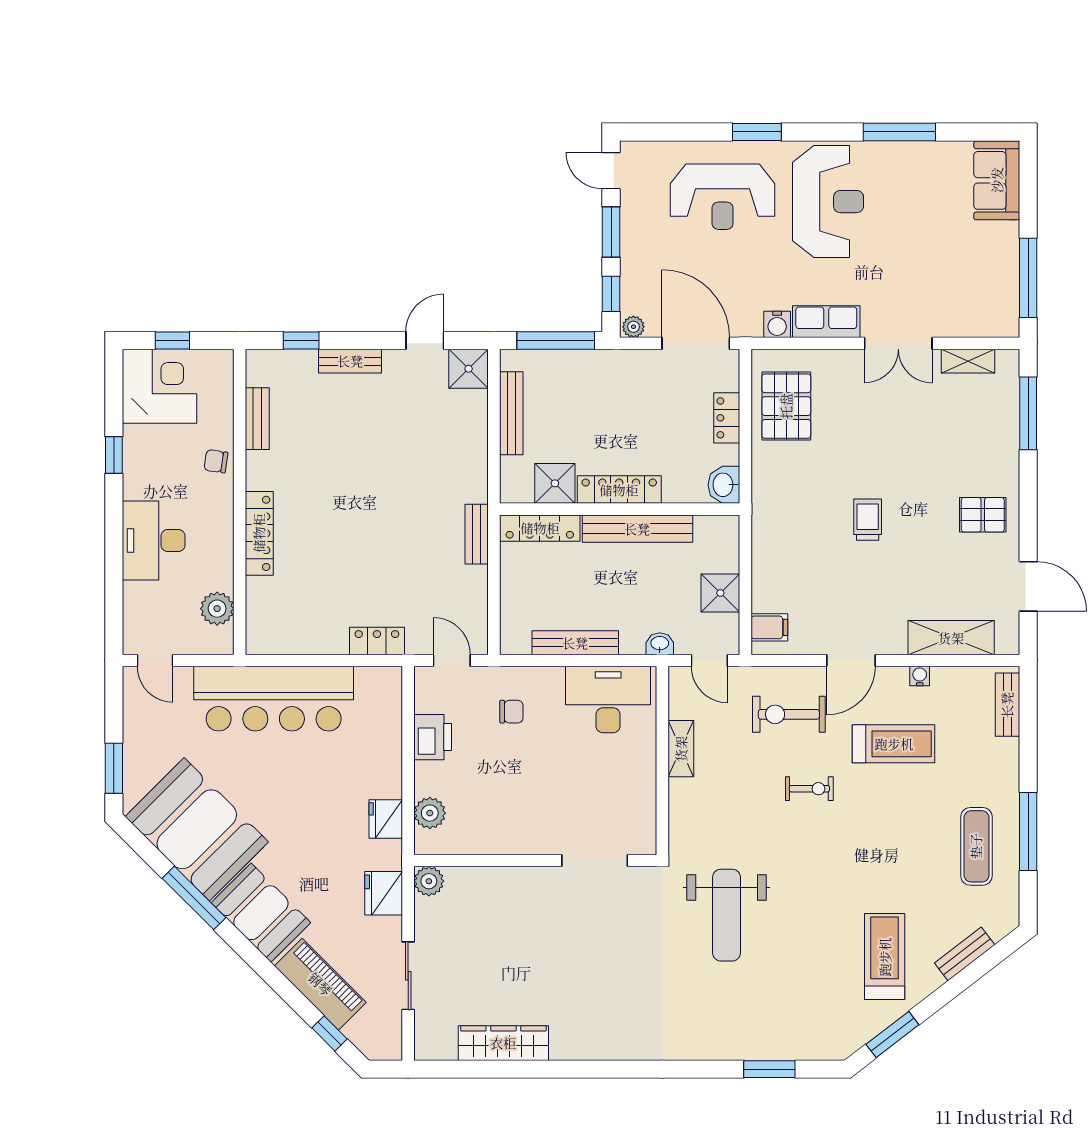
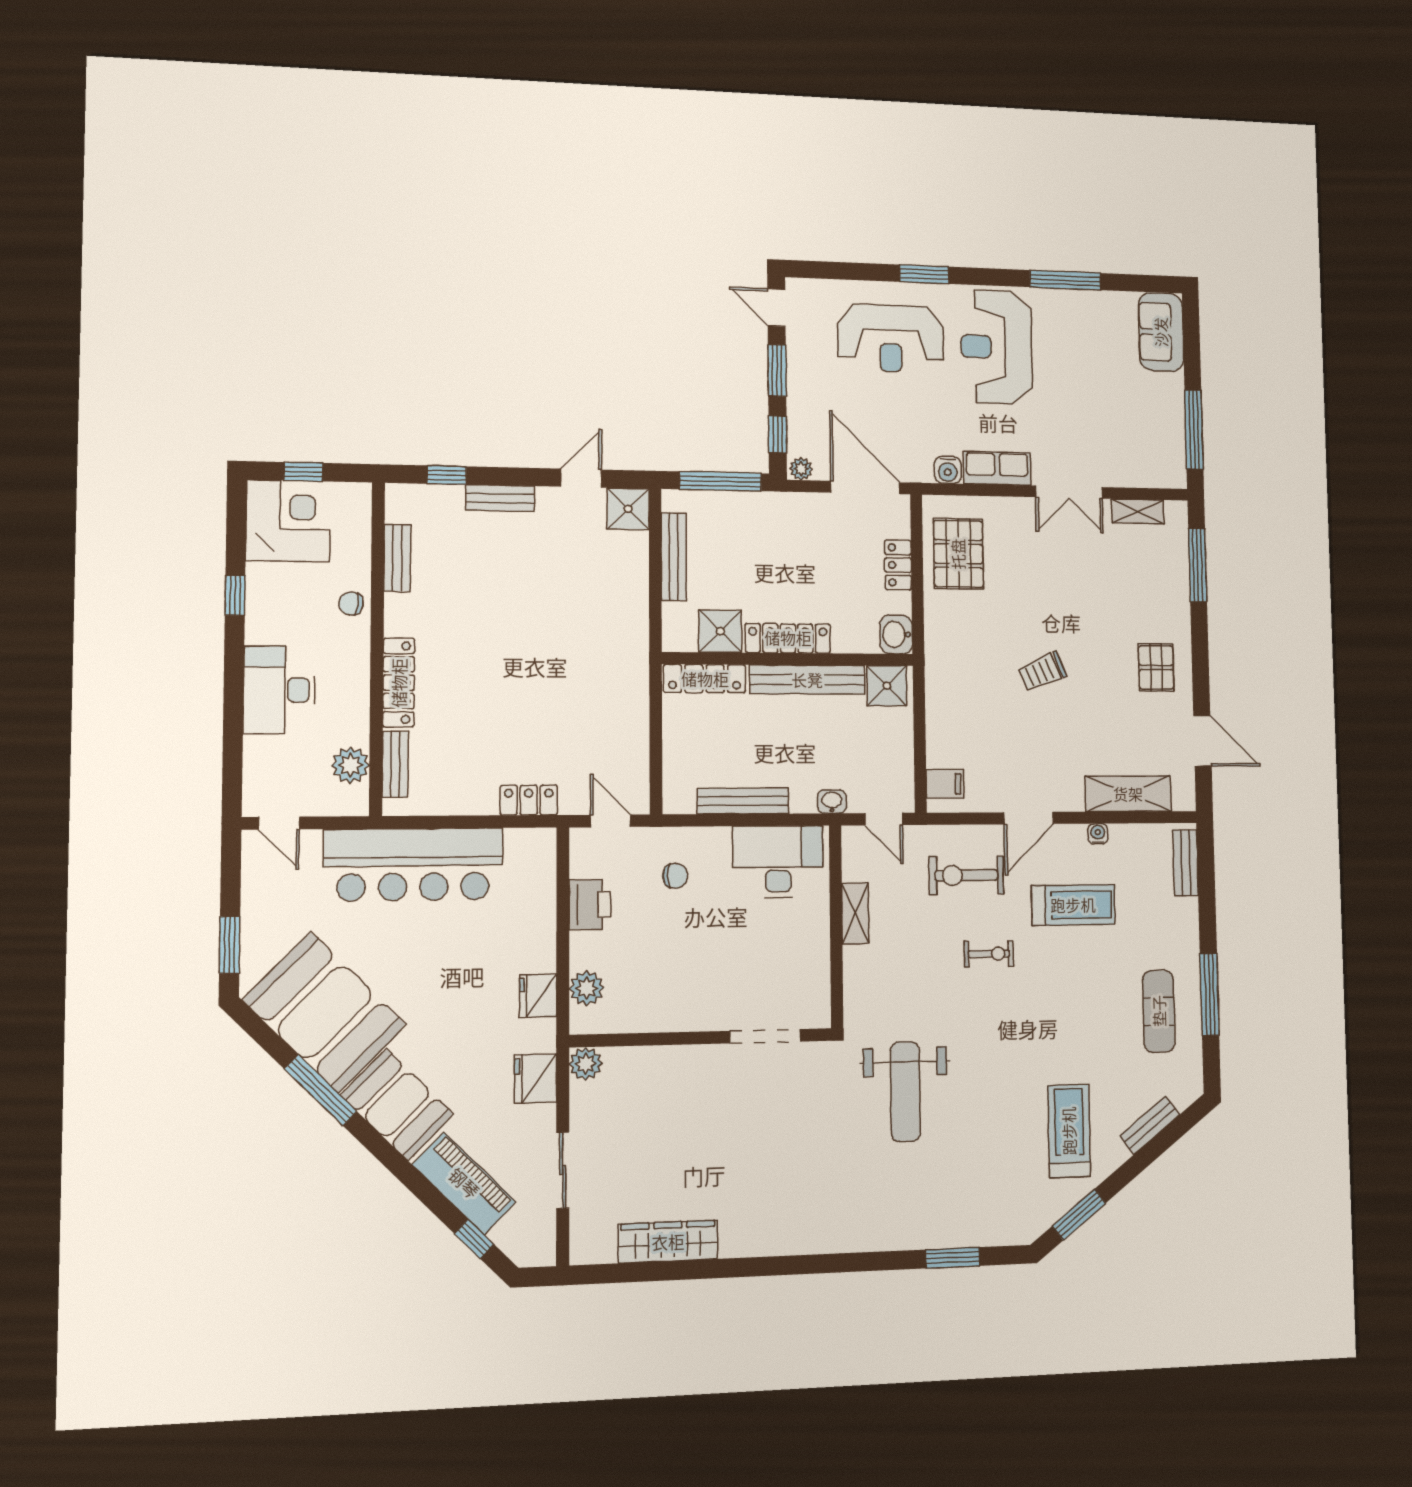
reception desk: (828, 202) -> (997, 347), turned 180
pallet: (983, 515) -> (1156, 667), turned 90
trolley: (868, 520) -> (1042, 672), turned -113
bench: (477, 534) -> (395, 764), moved
shower: (720, 593) -> (887, 686), moved

